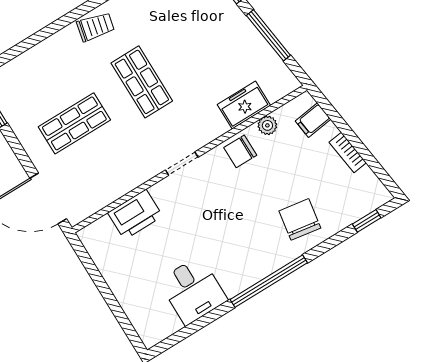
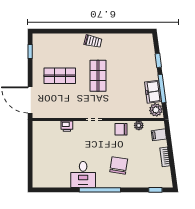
plant: (281, 79) -> (156, 110), added
freezer: (244, 105) -> (153, 92), moved, turned -98
printer: (135, 215) -> (67, 126), width x0.53, depth x0.68
chair: (300, 219) -> (119, 165), moved
desk: (193, 290) -> (83, 175), moved

